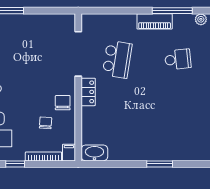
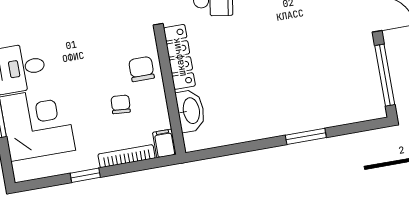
locker: (88, 92) -> (179, 57), width x1.53
washbasin: (94, 153) -> (191, 111), moved, turned 90

